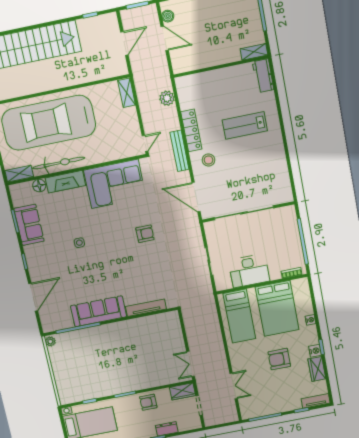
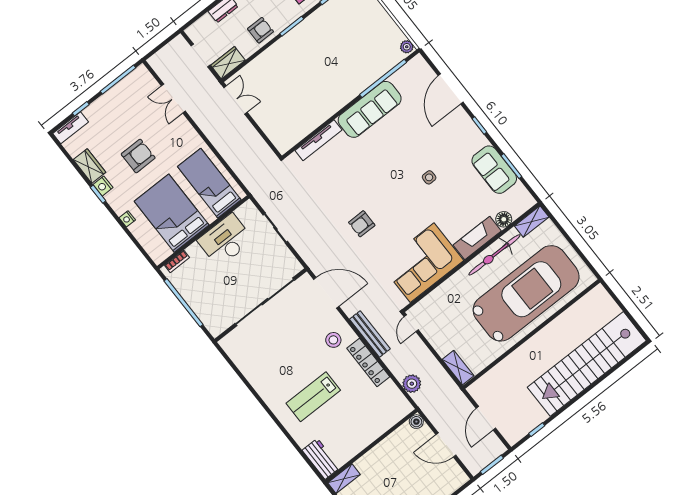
boiler: (168, 16) -> (416, 422), moved
lab bench: (245, 125) -> (313, 397), turned 180

